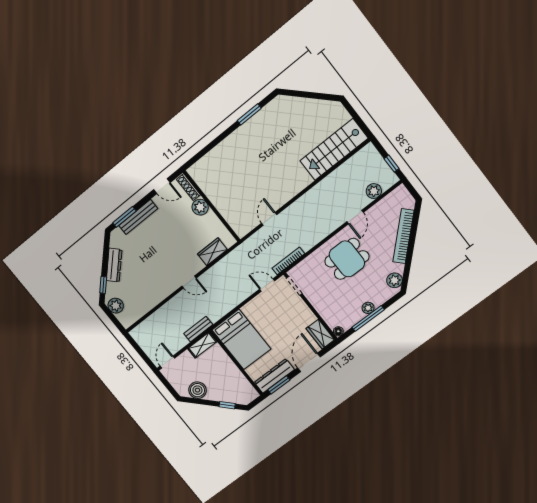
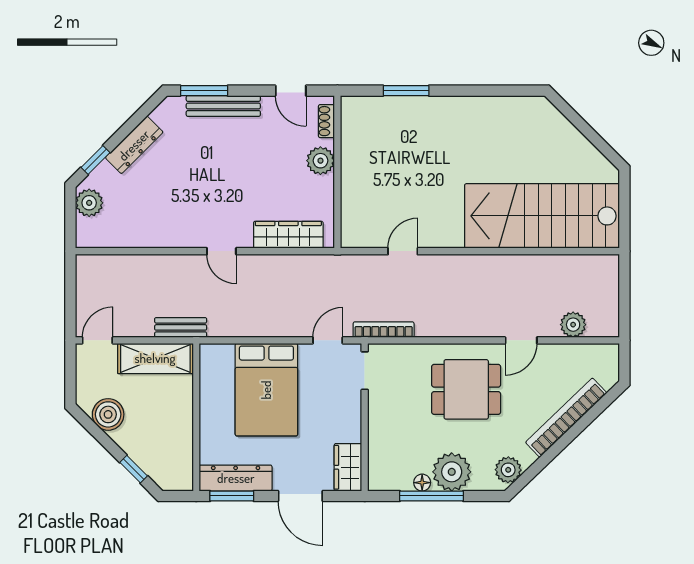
window: (249, 114) -> (406, 91), moved
stairs: (334, 149) -> (542, 216), width x1.36, depth x1.51
window: (392, 164) -> (624, 306), removed
shoe rack: (189, 187) -> (326, 121), width x0.70
wardrobe: (212, 252) -> (288, 235), width x1.50
door: (267, 285) -> (328, 340), hinge flipped
plant: (368, 308) -> (452, 472), width x1.87, depth x1.87
floor lamp: (338, 331) -> (422, 483), moved
bed: (241, 339) -> (266, 390), moved
shelving: (202, 345) -> (155, 358), width x1.50, depth x1.33
door: (309, 362) -> (300, 496), swing flipped

